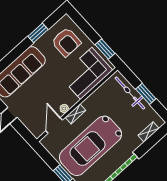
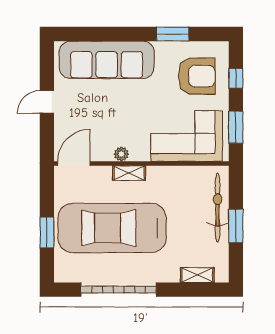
window: (85, 27) -> (236, 78), added
armchair: (66, 42) -> (197, 76), turned -90
door: (54, 125) -> (74, 164), moved

